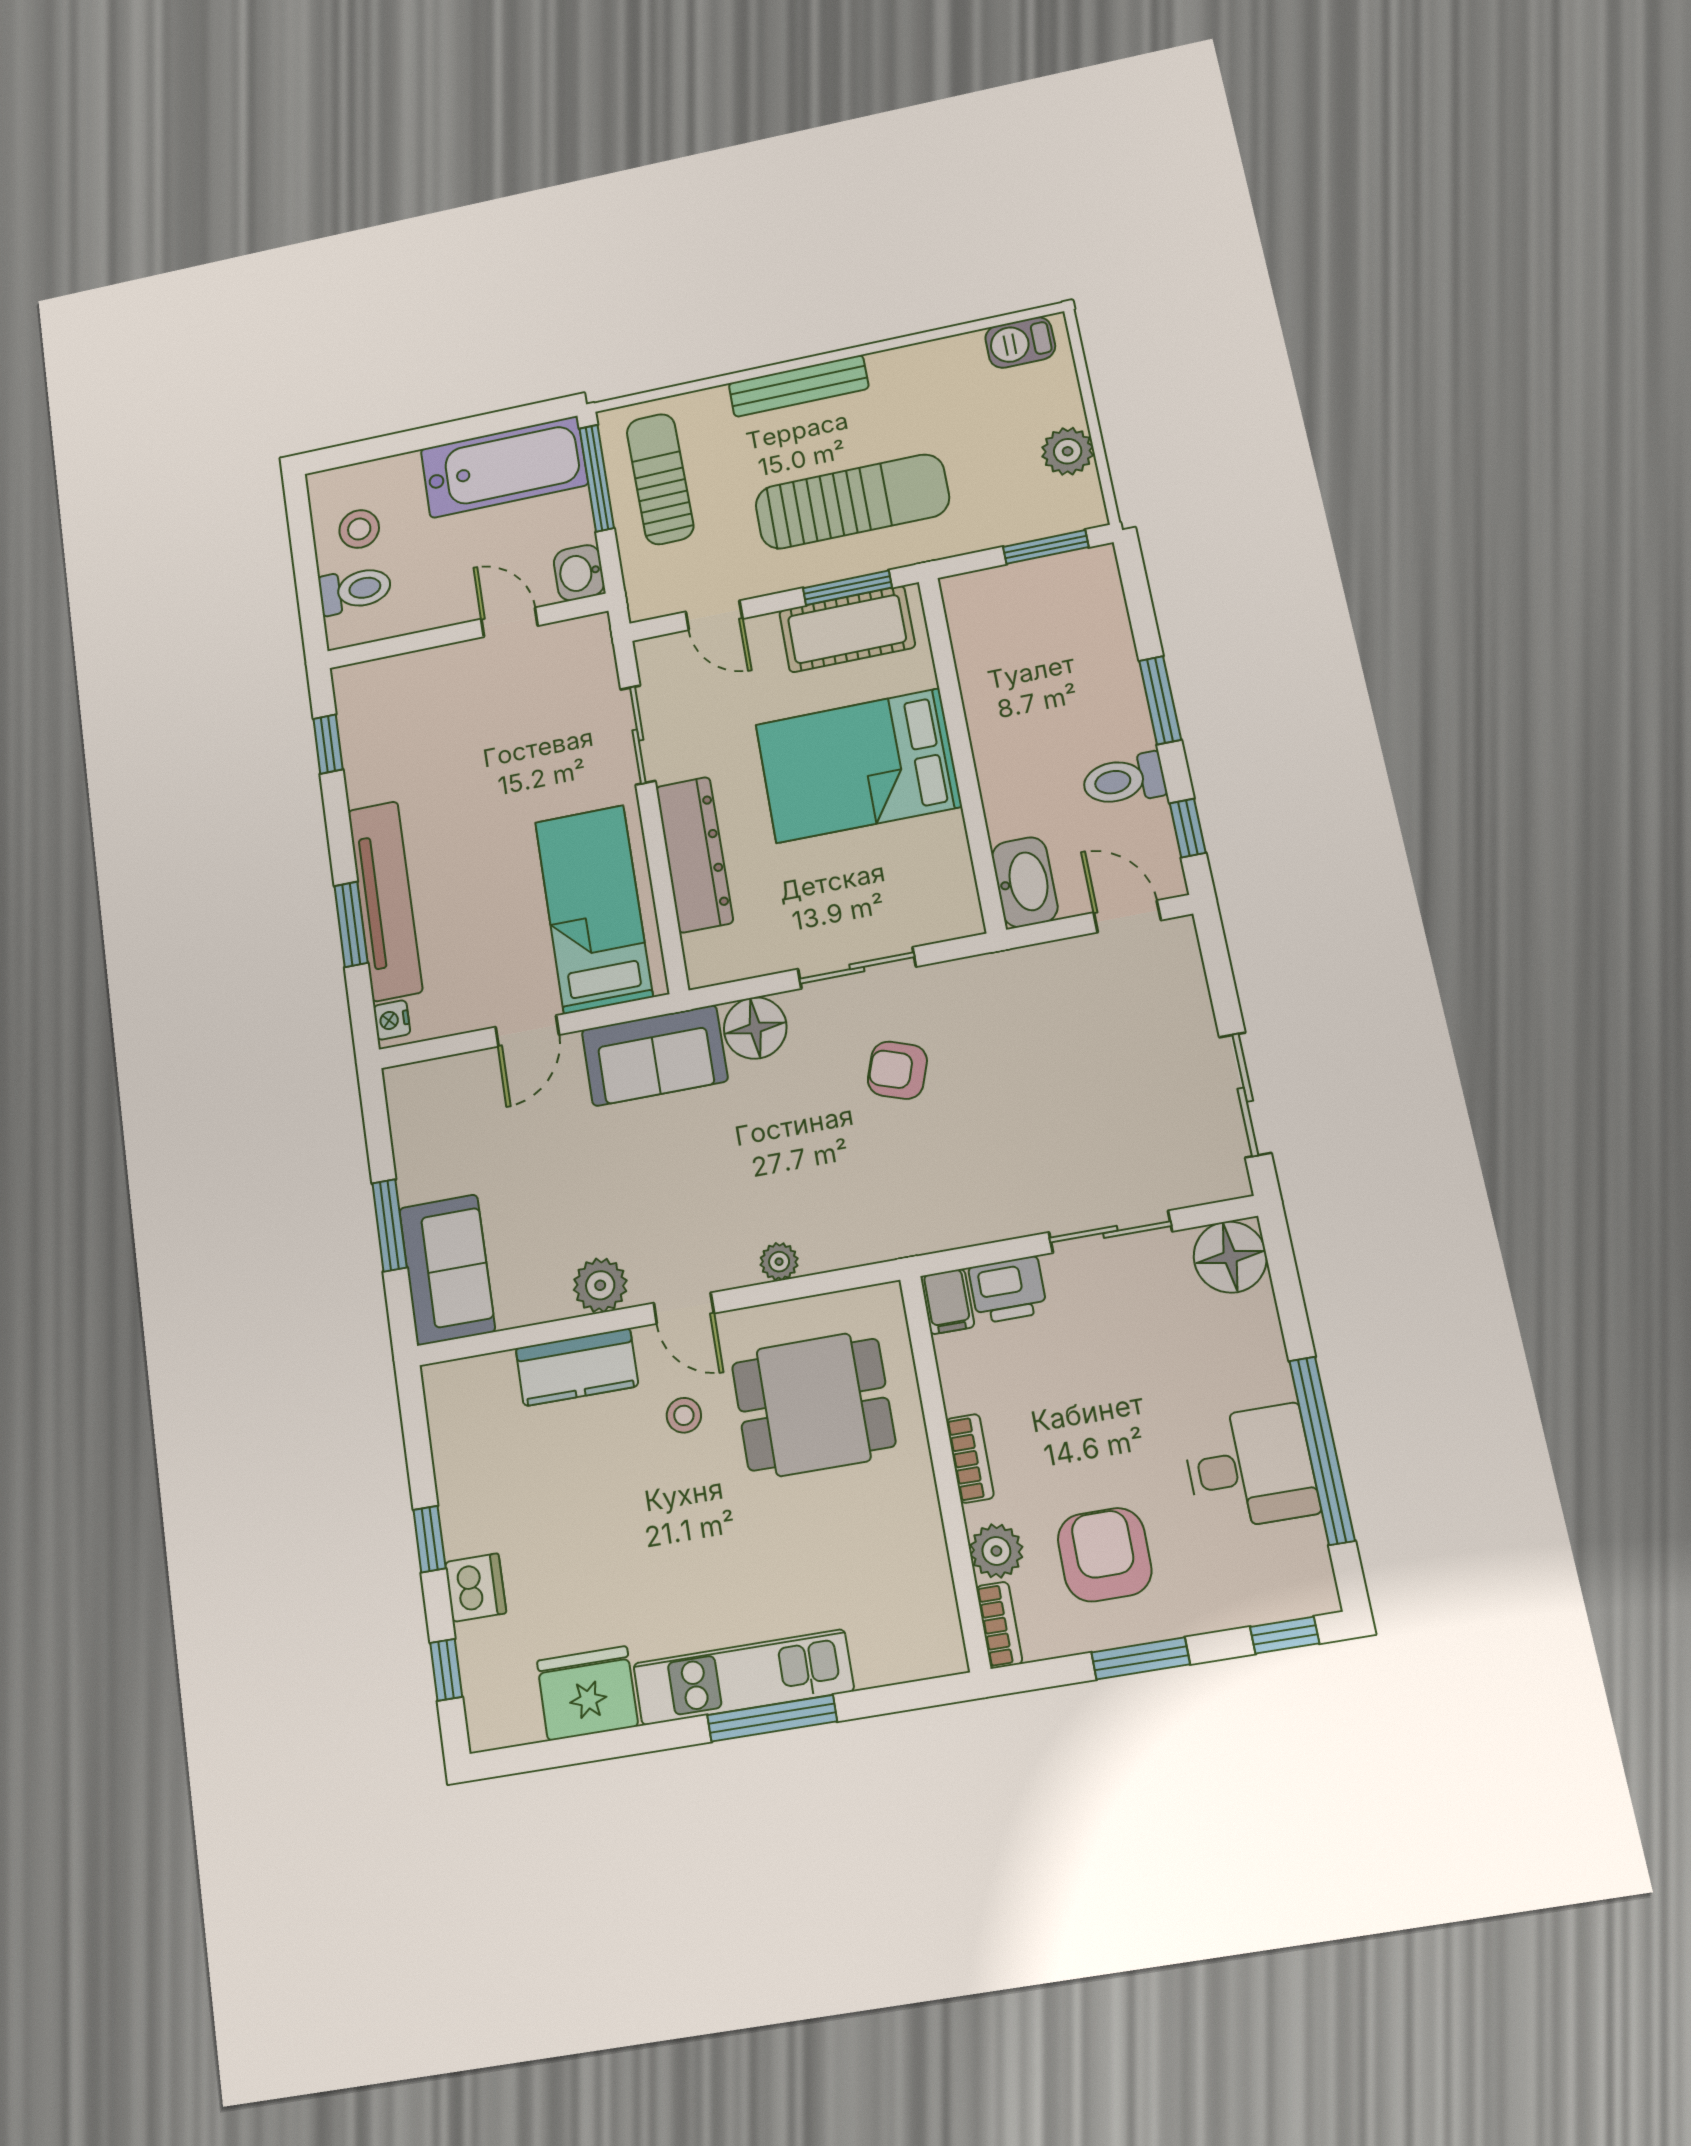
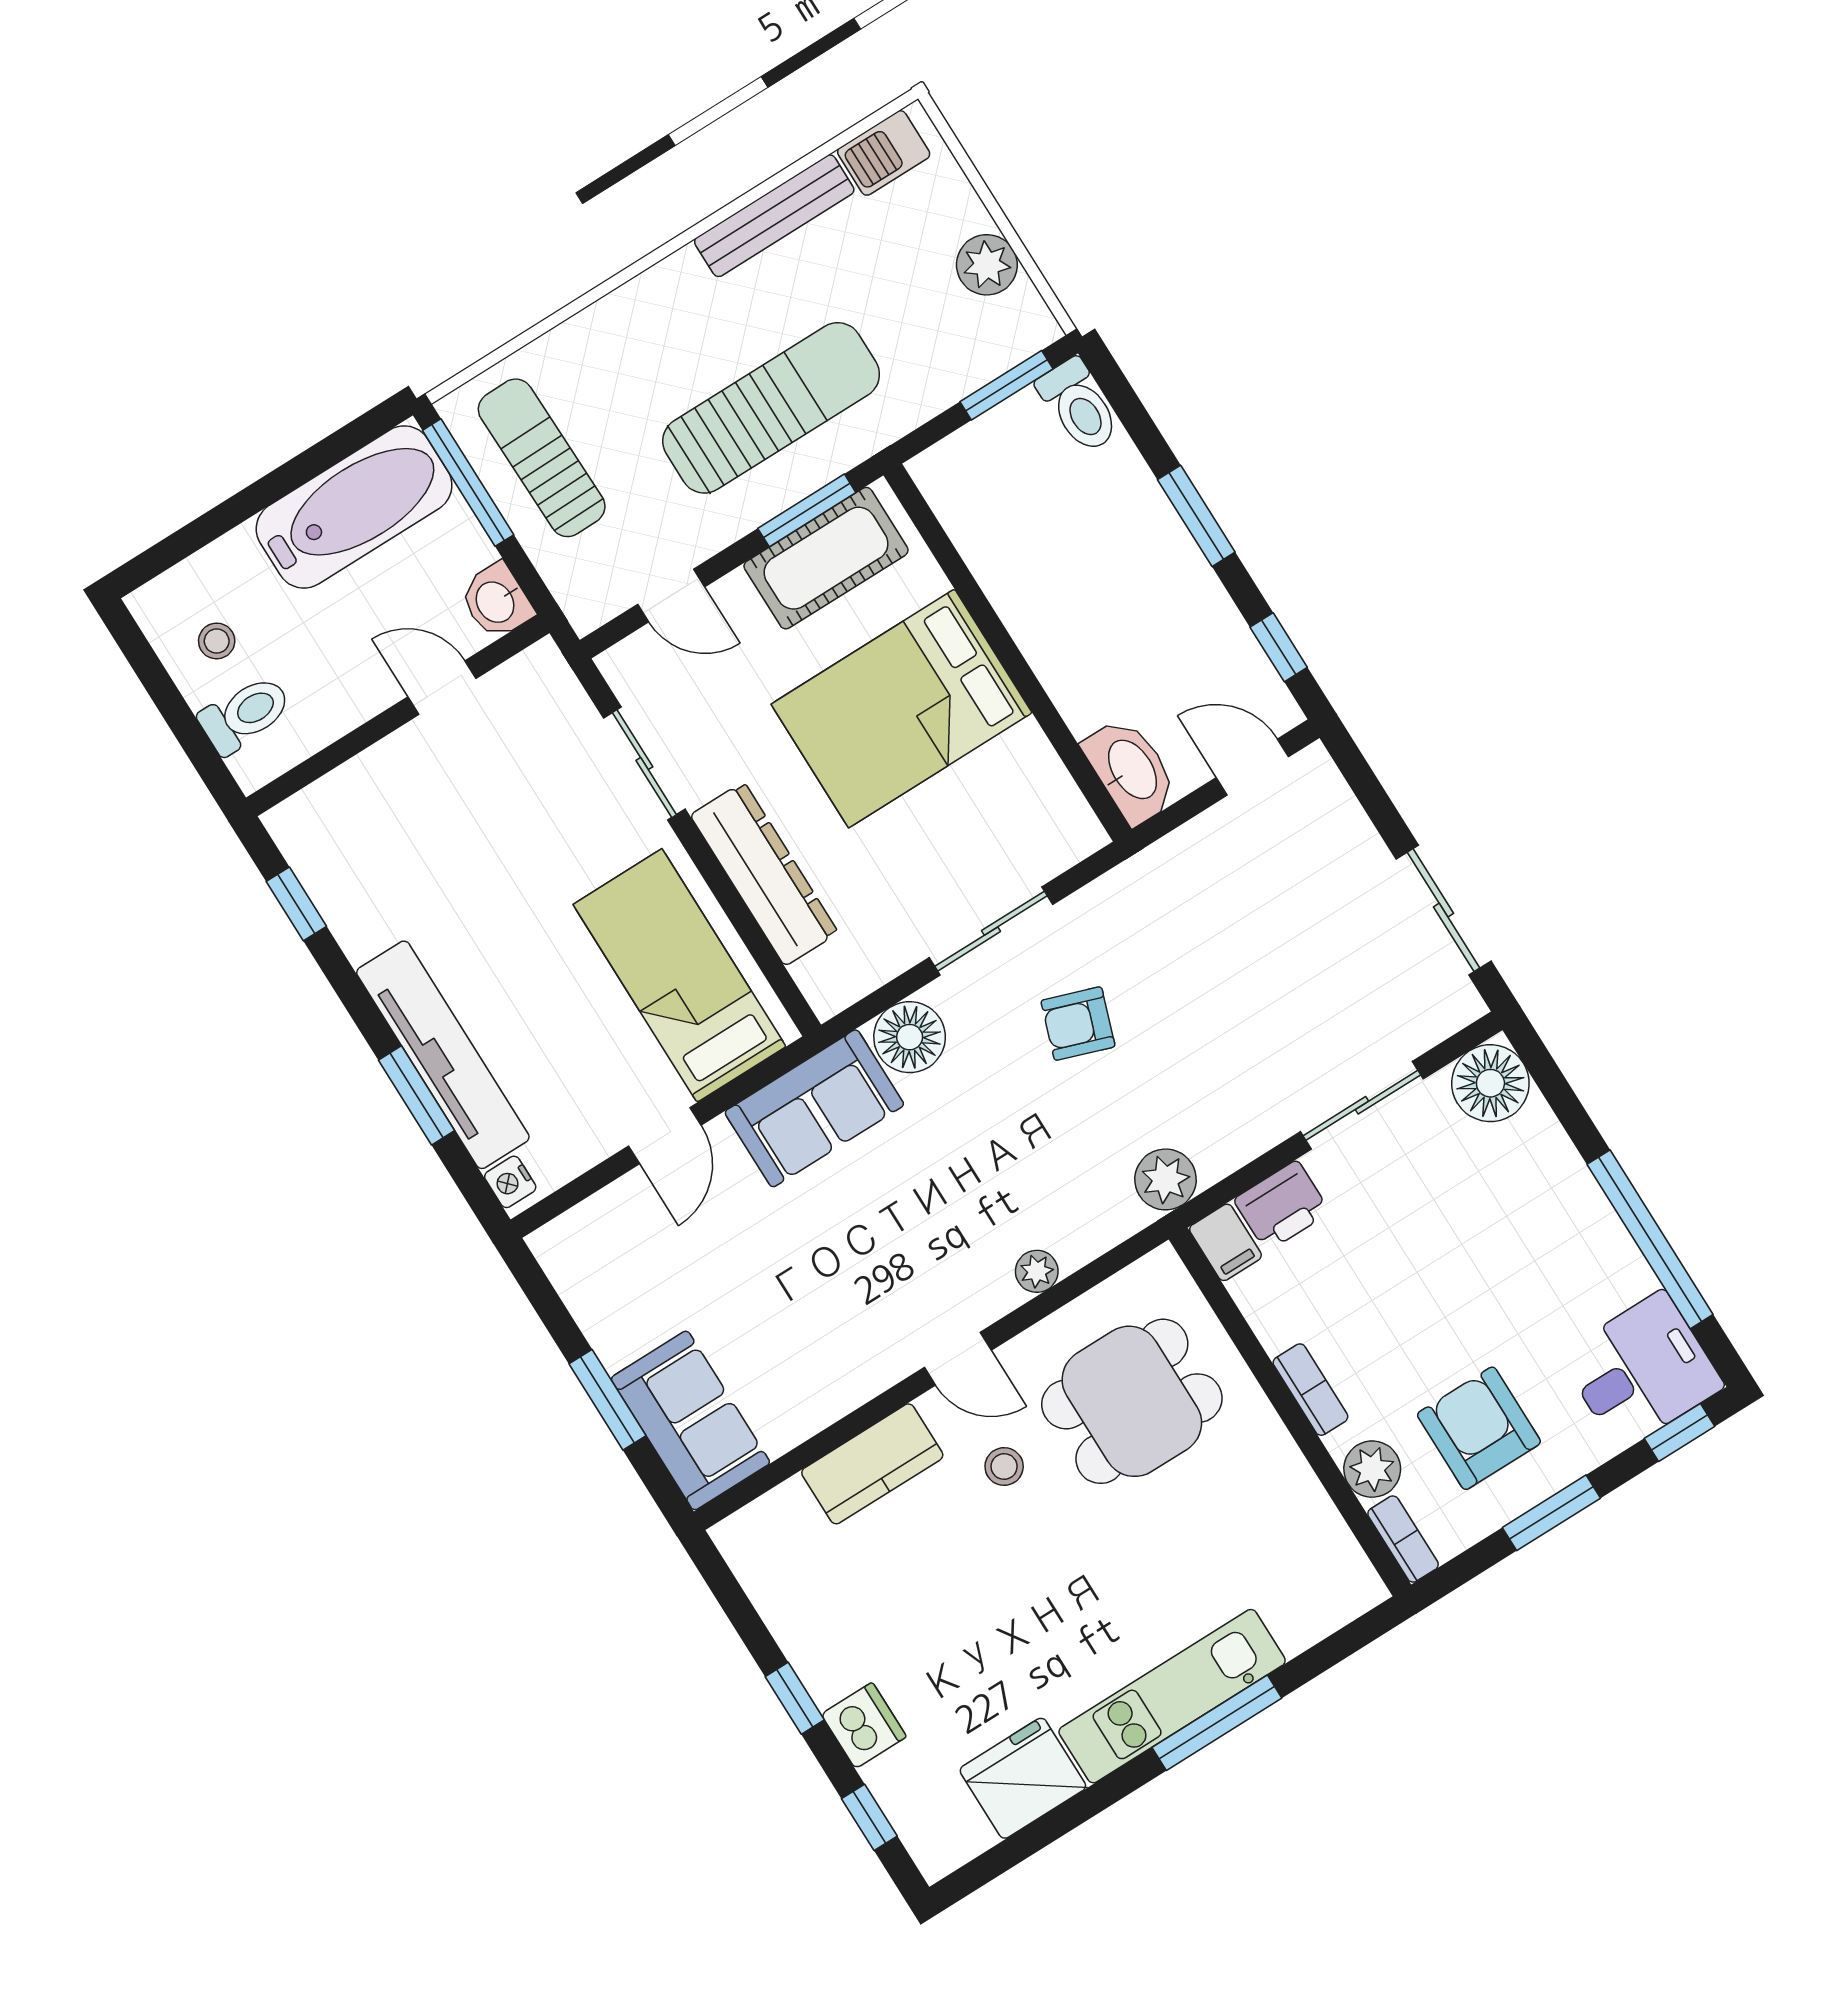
bench: (799, 386) -> (774, 216), moved
stool: (359, 529) -> (217, 641), width x0.73, depth x0.73
toilet: (1124, 780) -> (1079, 406), moved, turned -90
plant: (600, 1285) -> (1165, 1179), moved
desk: (1250, 1467) -> (1641, 1371), moved

